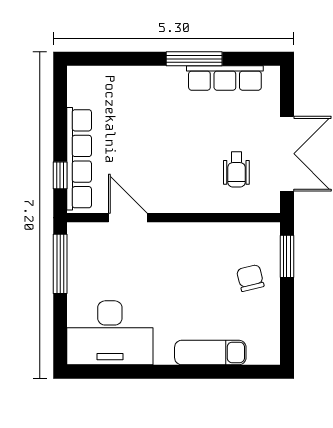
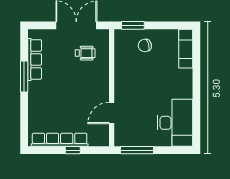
row of seats: (79, 159) -> (60, 140), moved
window: (60, 175) -> (73, 150), moved
exam couch: (210, 352) -> (186, 49), moved

